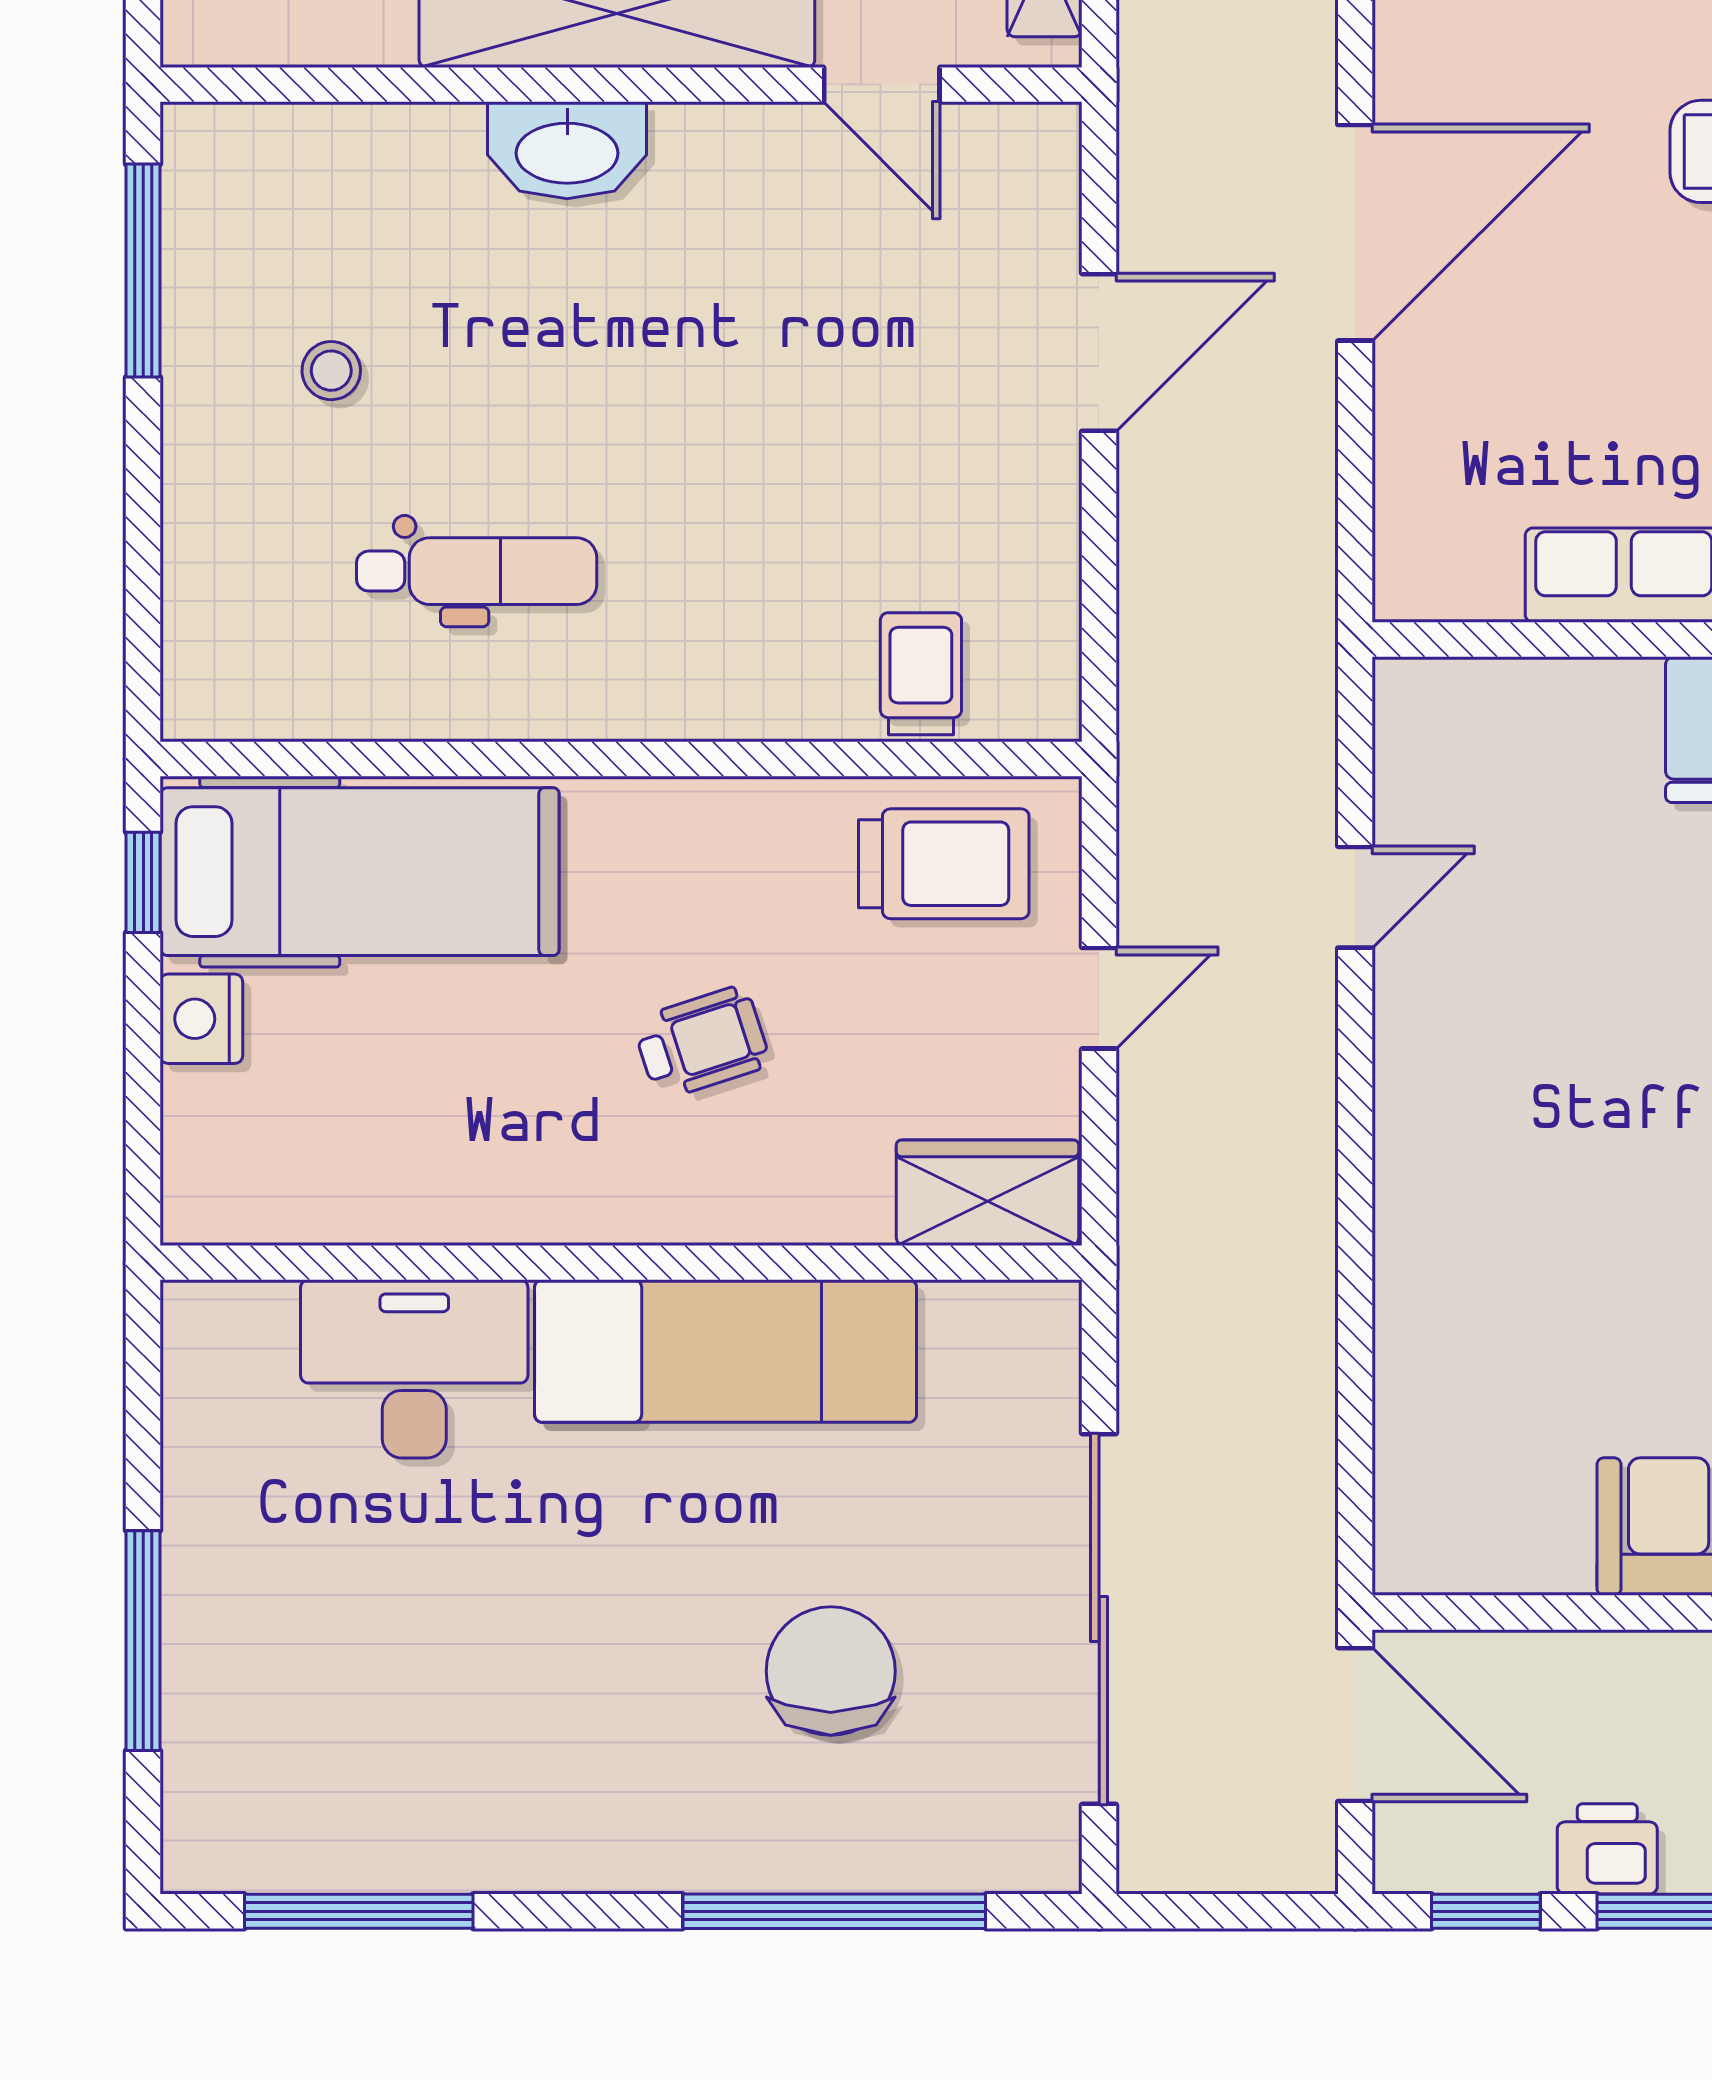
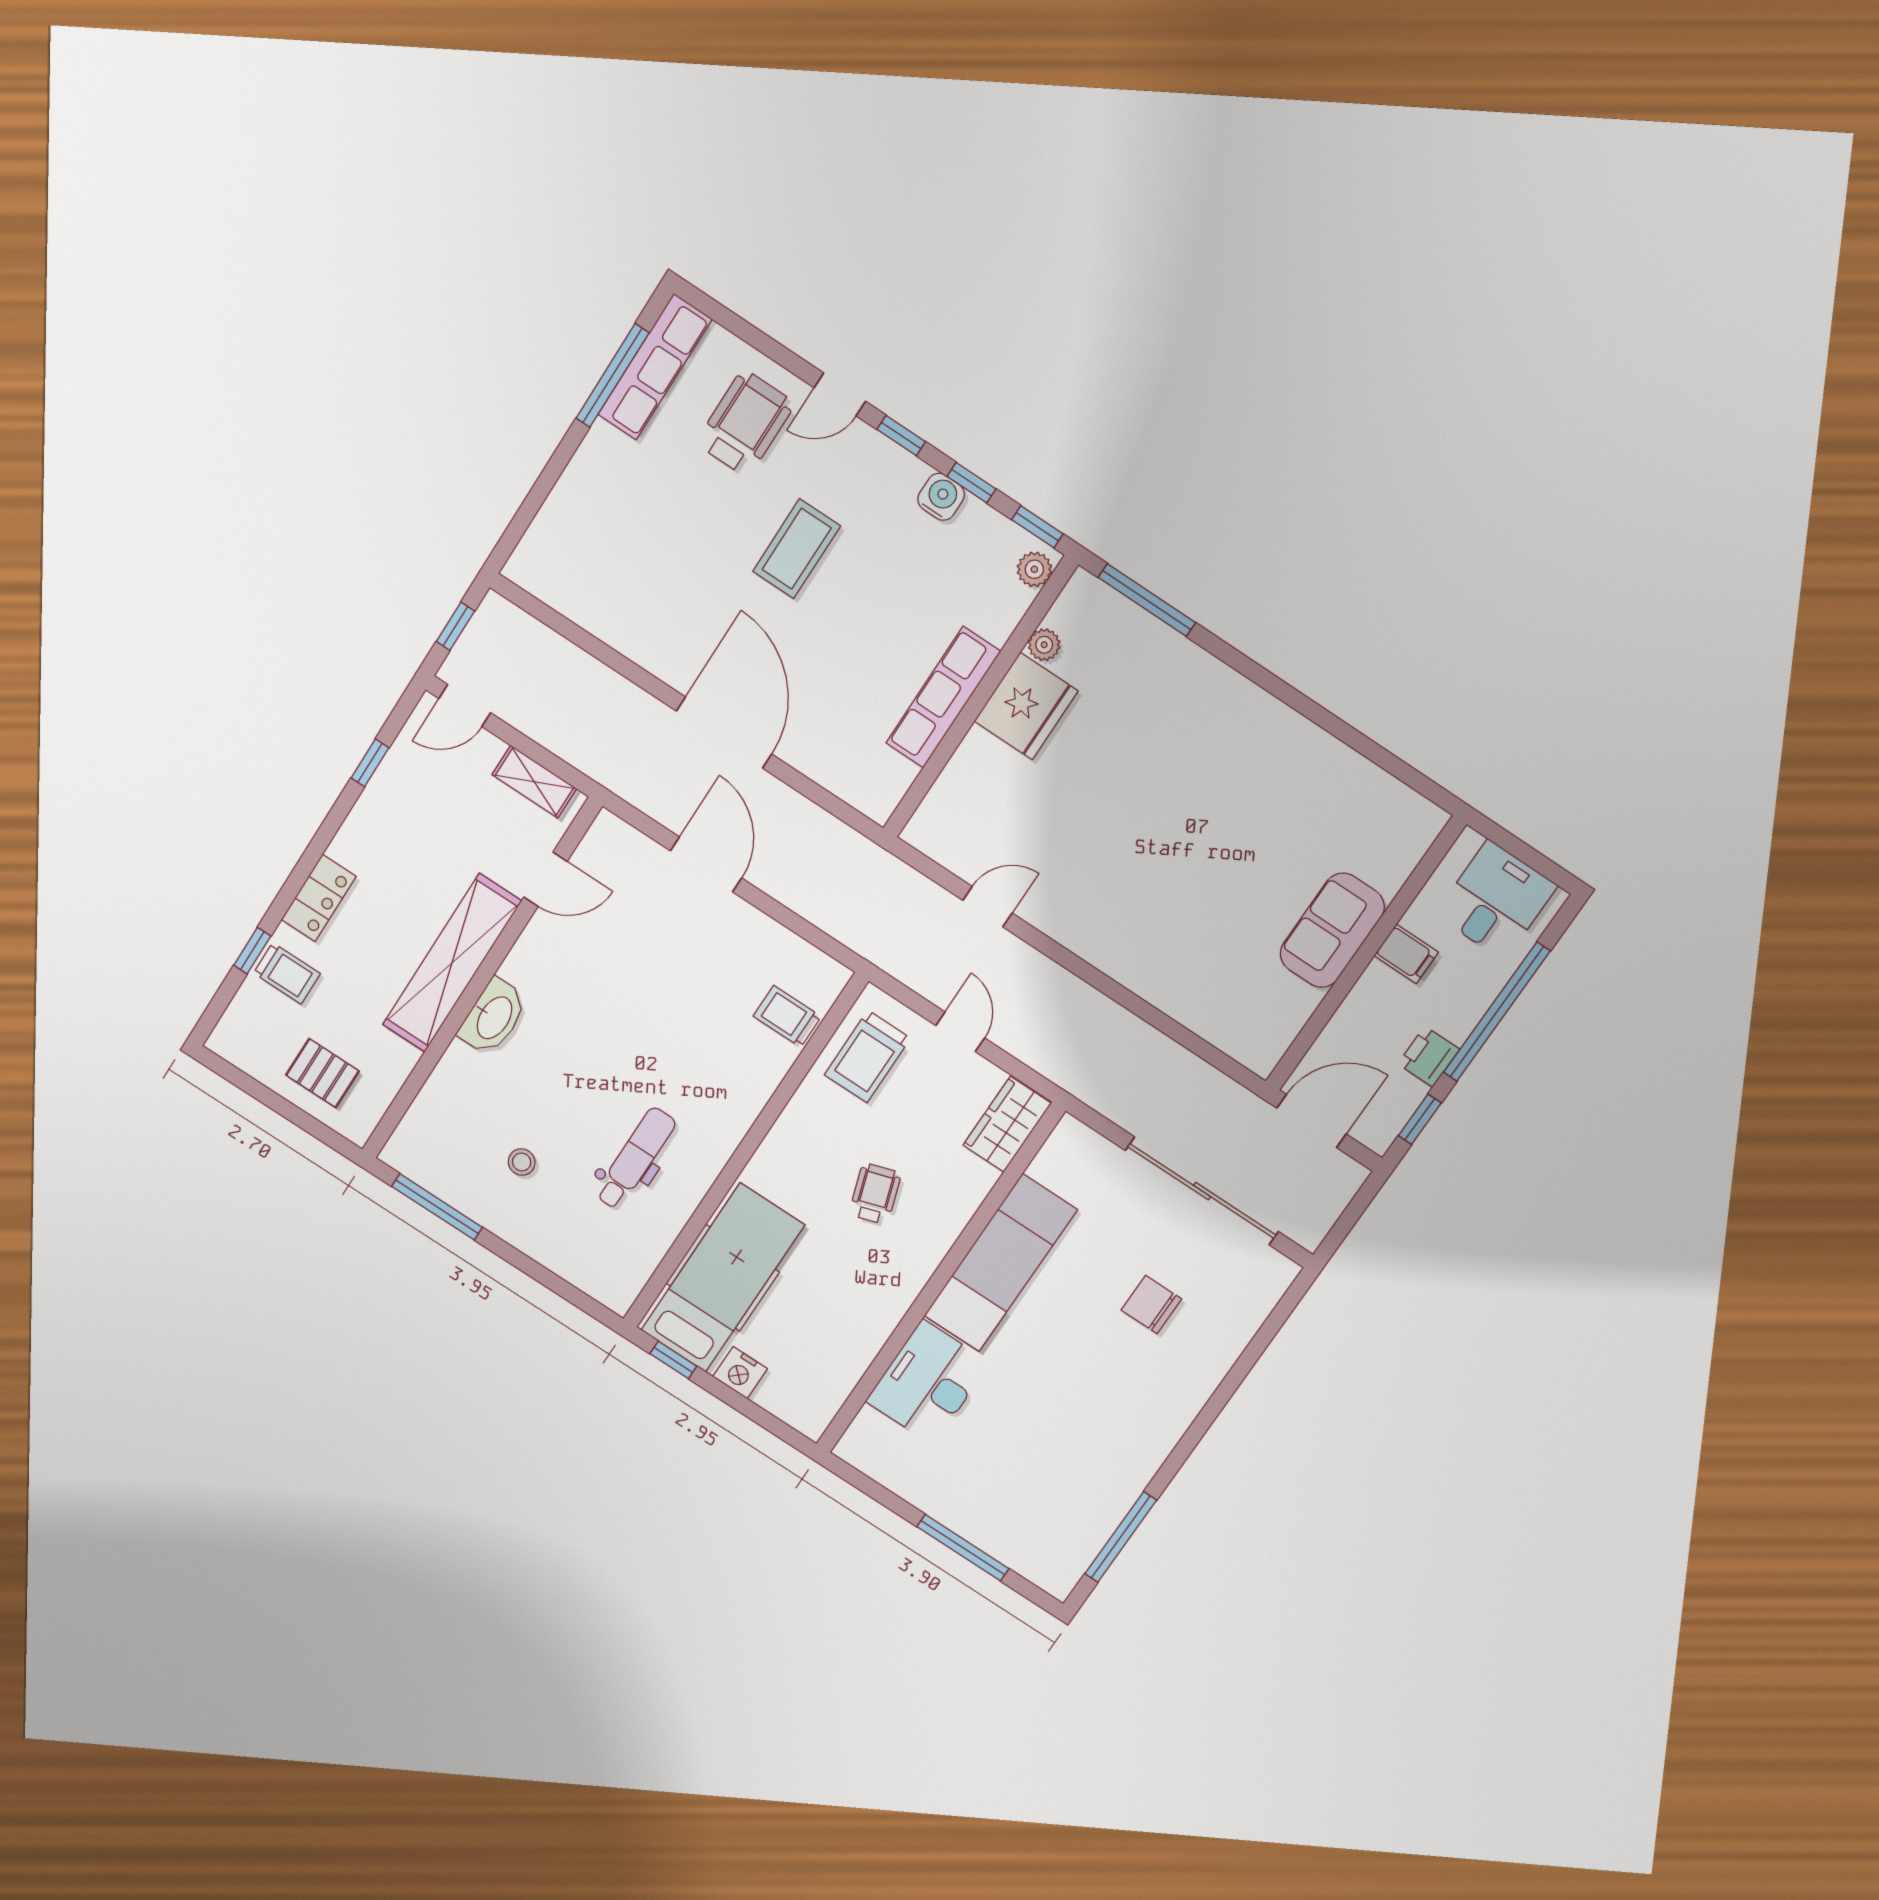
trolley: (944, 864) -> (867, 1056), turned 180
door: (1355, 897) -> (987, 907), hinge flipped
chair: (831, 1671) -> (1151, 1305), width x0.73, depth x0.73
window: (834, 1911) -> (1245, 1364), removed

